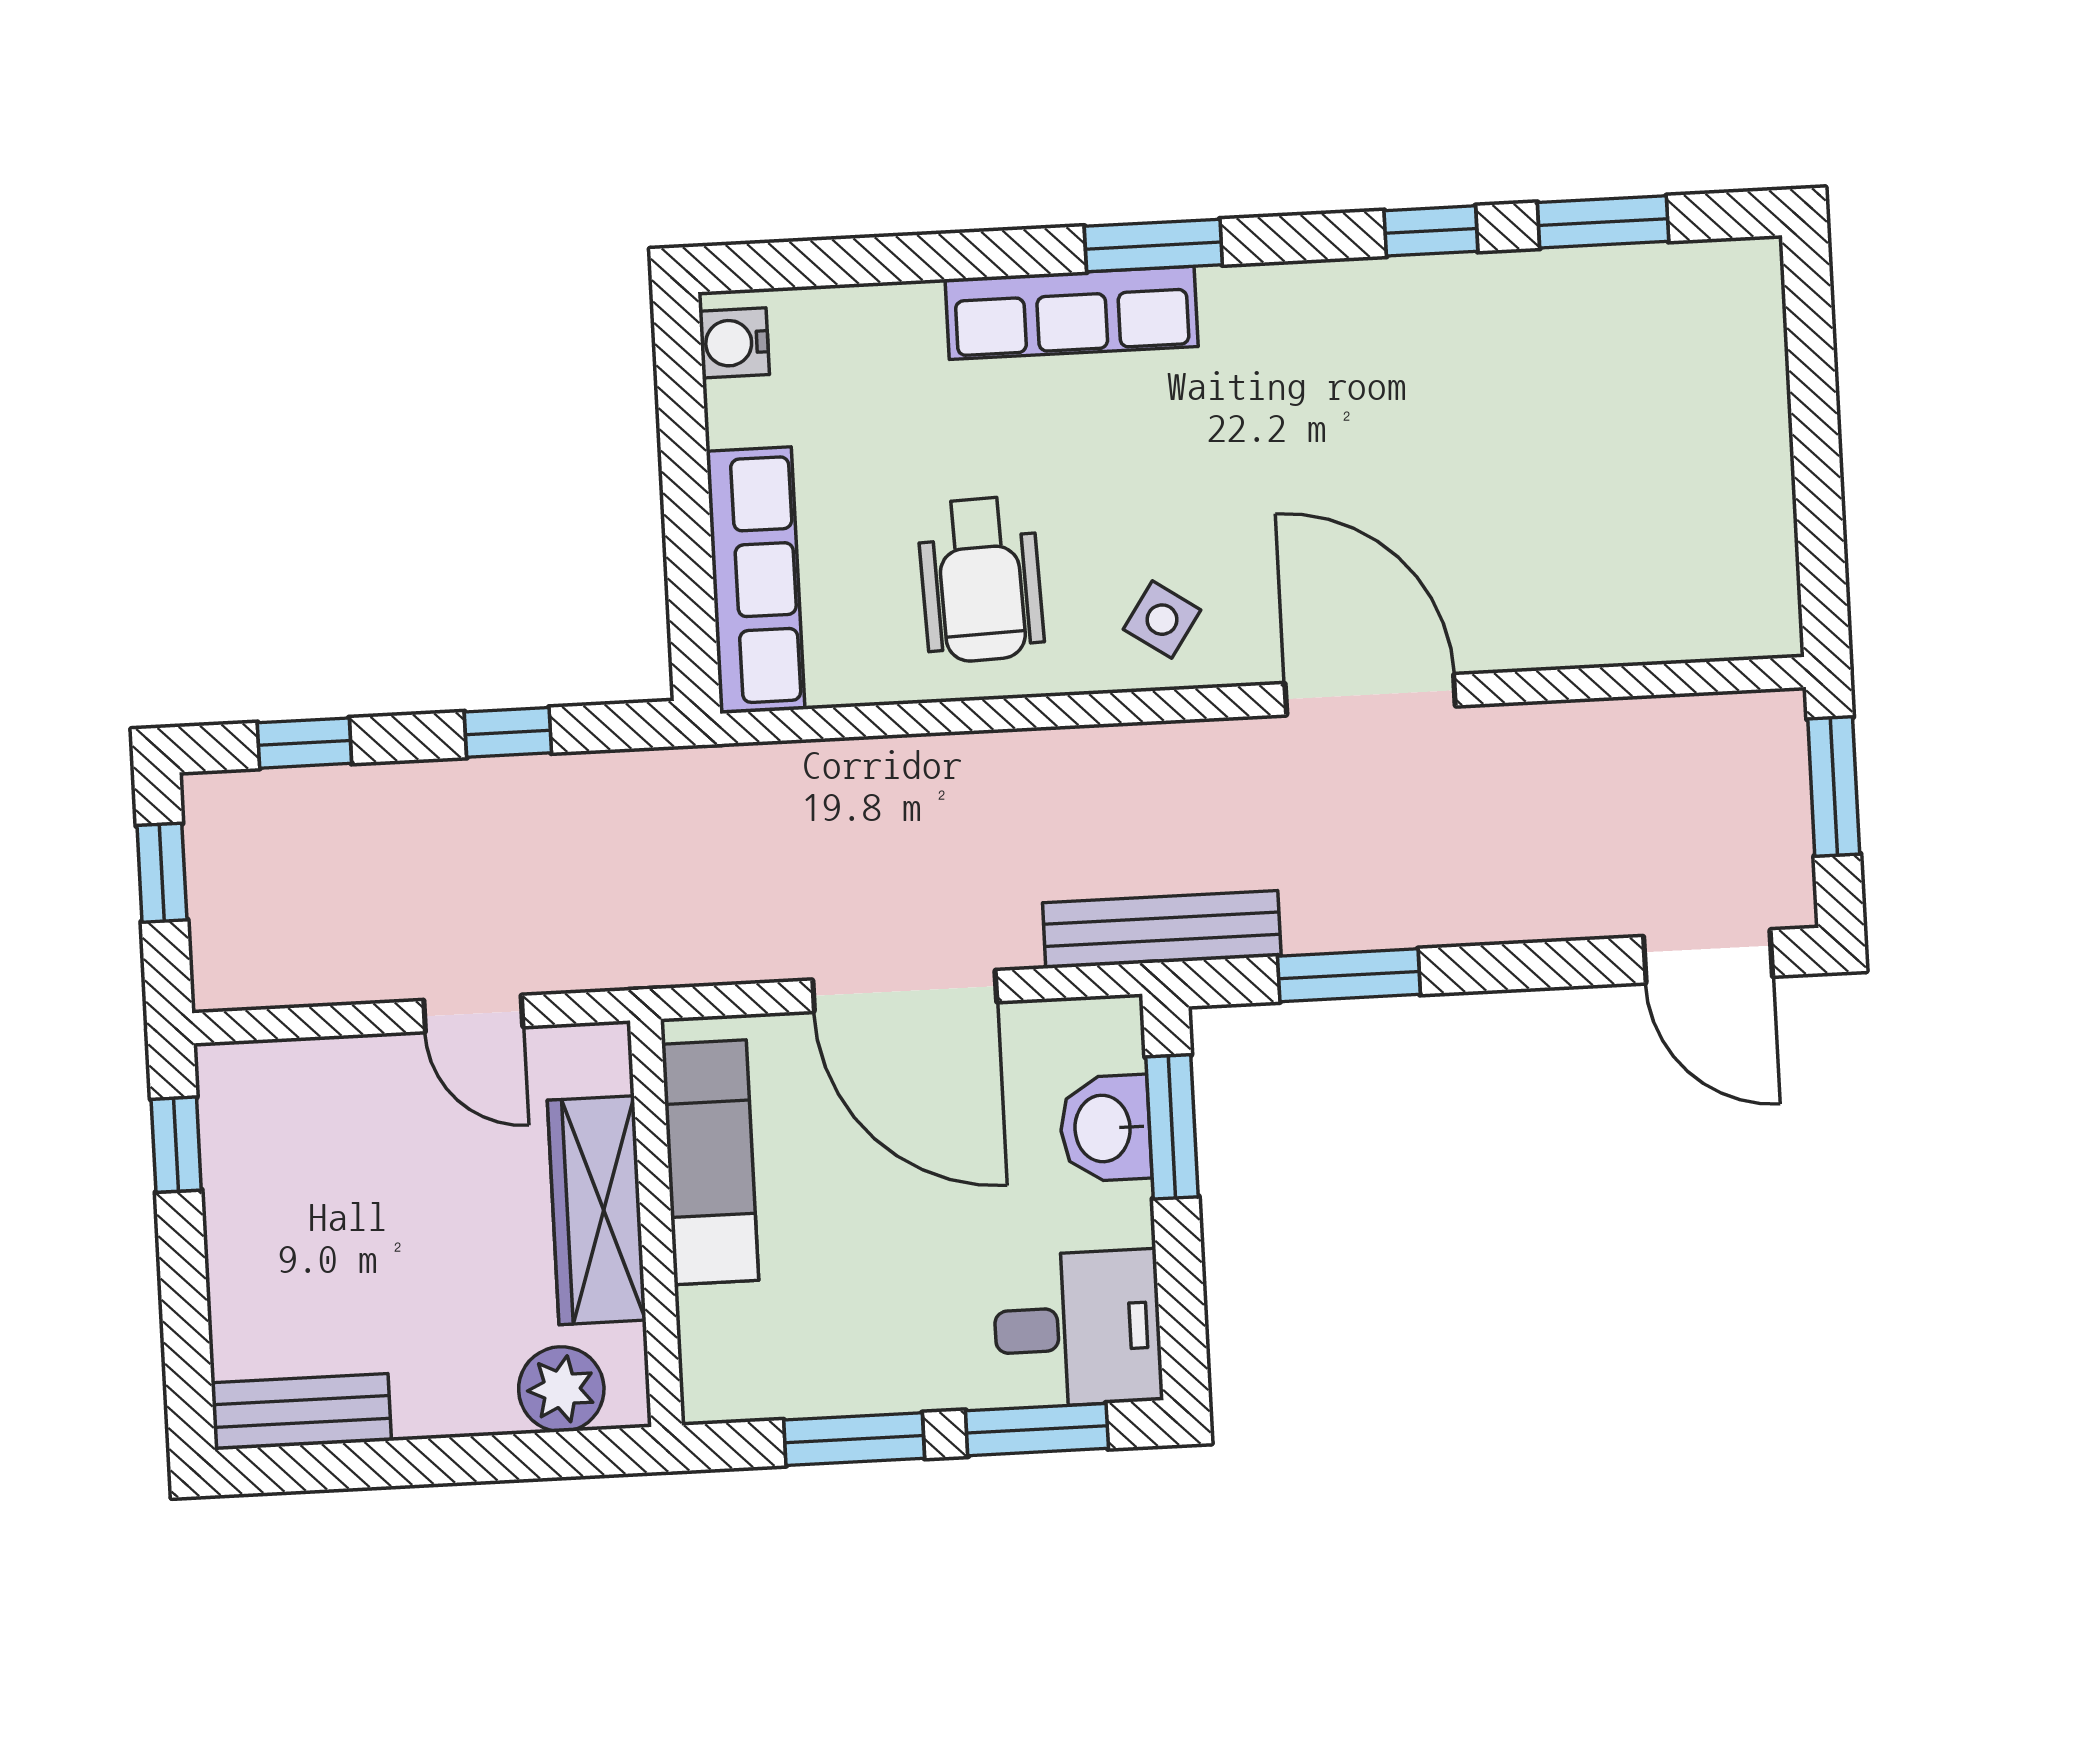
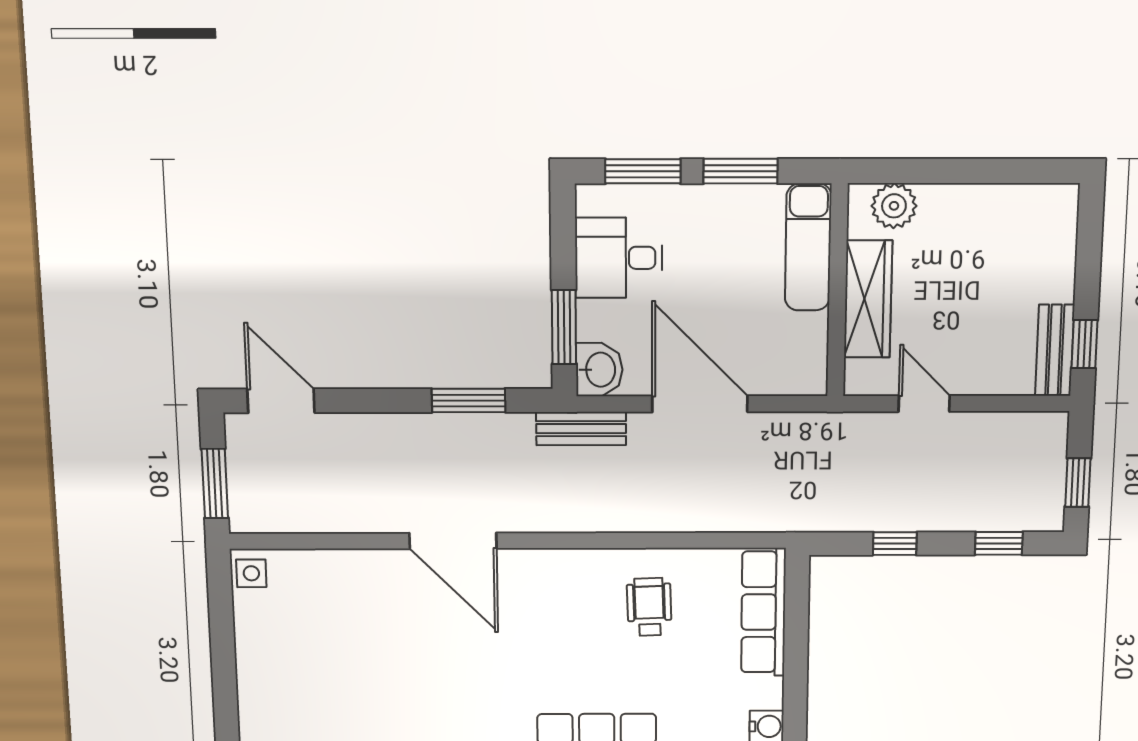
wheelchair: (981, 580) -> (649, 607), width x0.73, depth x0.73
side table: (1162, 620) -> (251, 573), moved, turned -34
bench: (1162, 929) -> (581, 429), width x0.73
washbasin: (1105, 1128) -> (599, 370), moved
exam couch: (710, 1162) -> (808, 247), moved
desk: (1078, 1328) -> (619, 258), moved
bench: (301, 1412) -> (1055, 350), moved, turned 90

